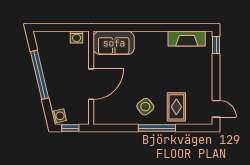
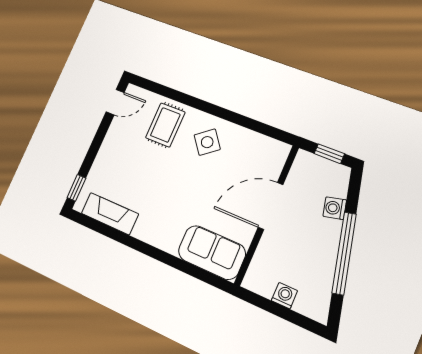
washing machine: (77, 37) -> (284, 296), moved
door: (216, 109) -> (115, 102), swing flipped
washing machine: (59, 116) -> (335, 208), moved
window: (157, 128) -> (204, 106), removed

